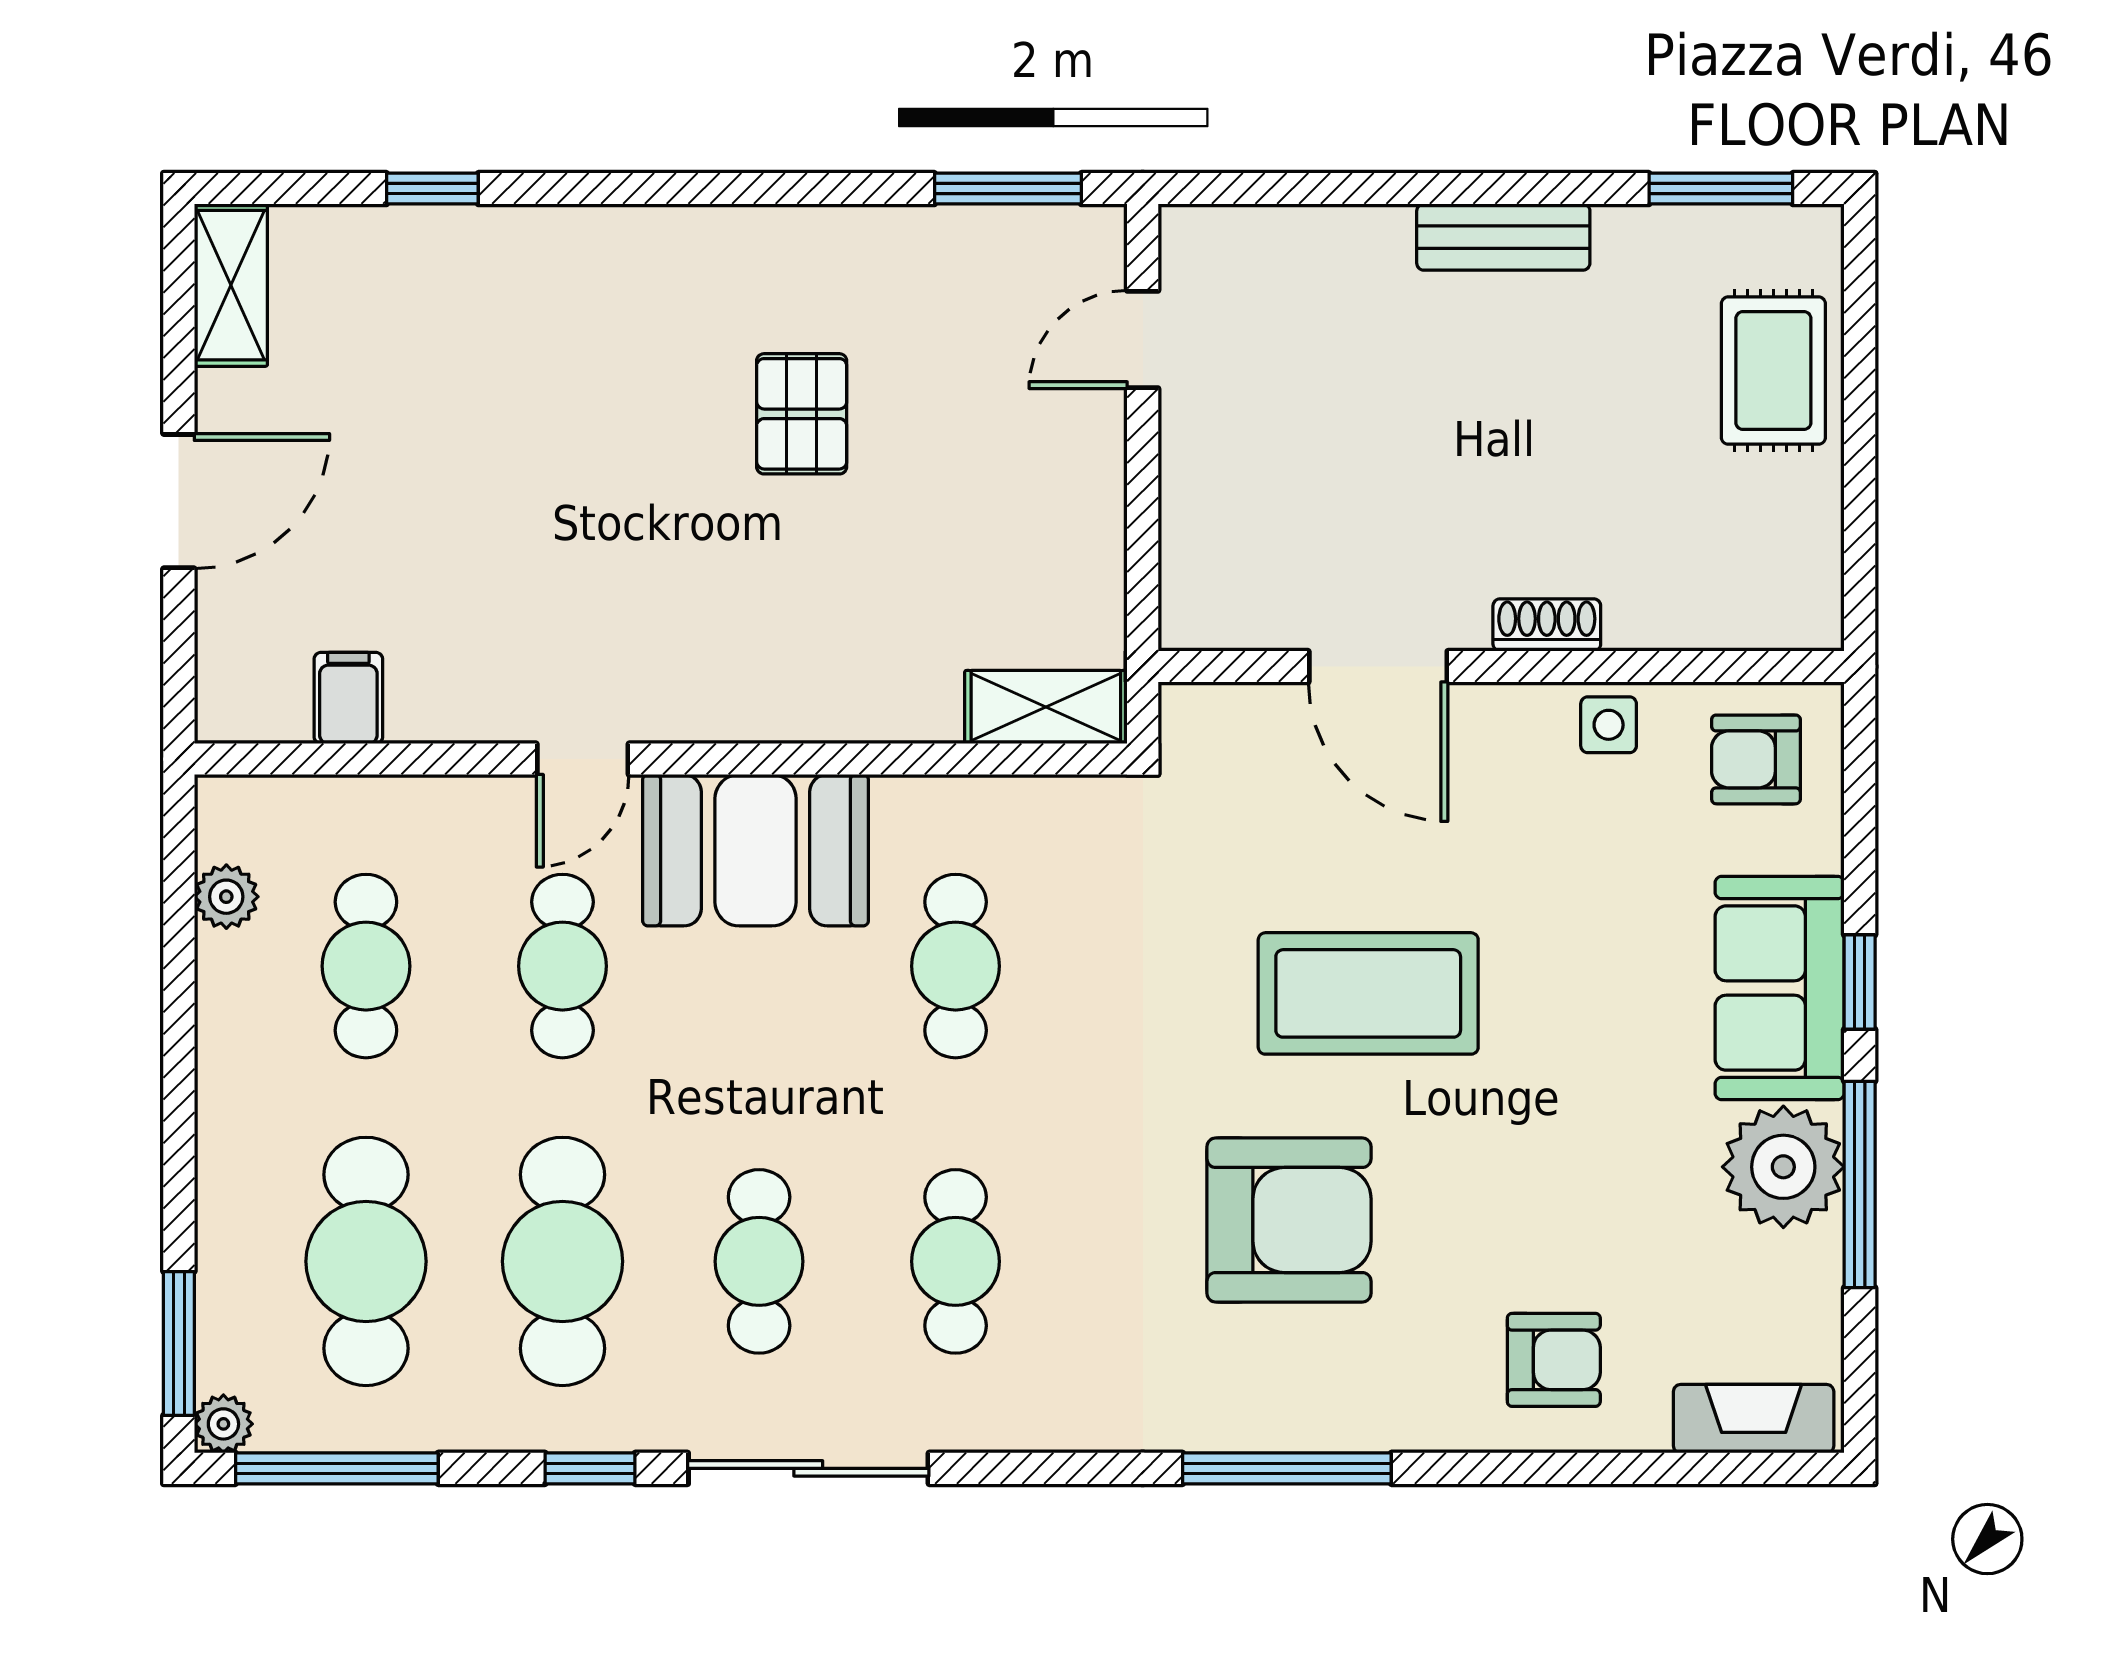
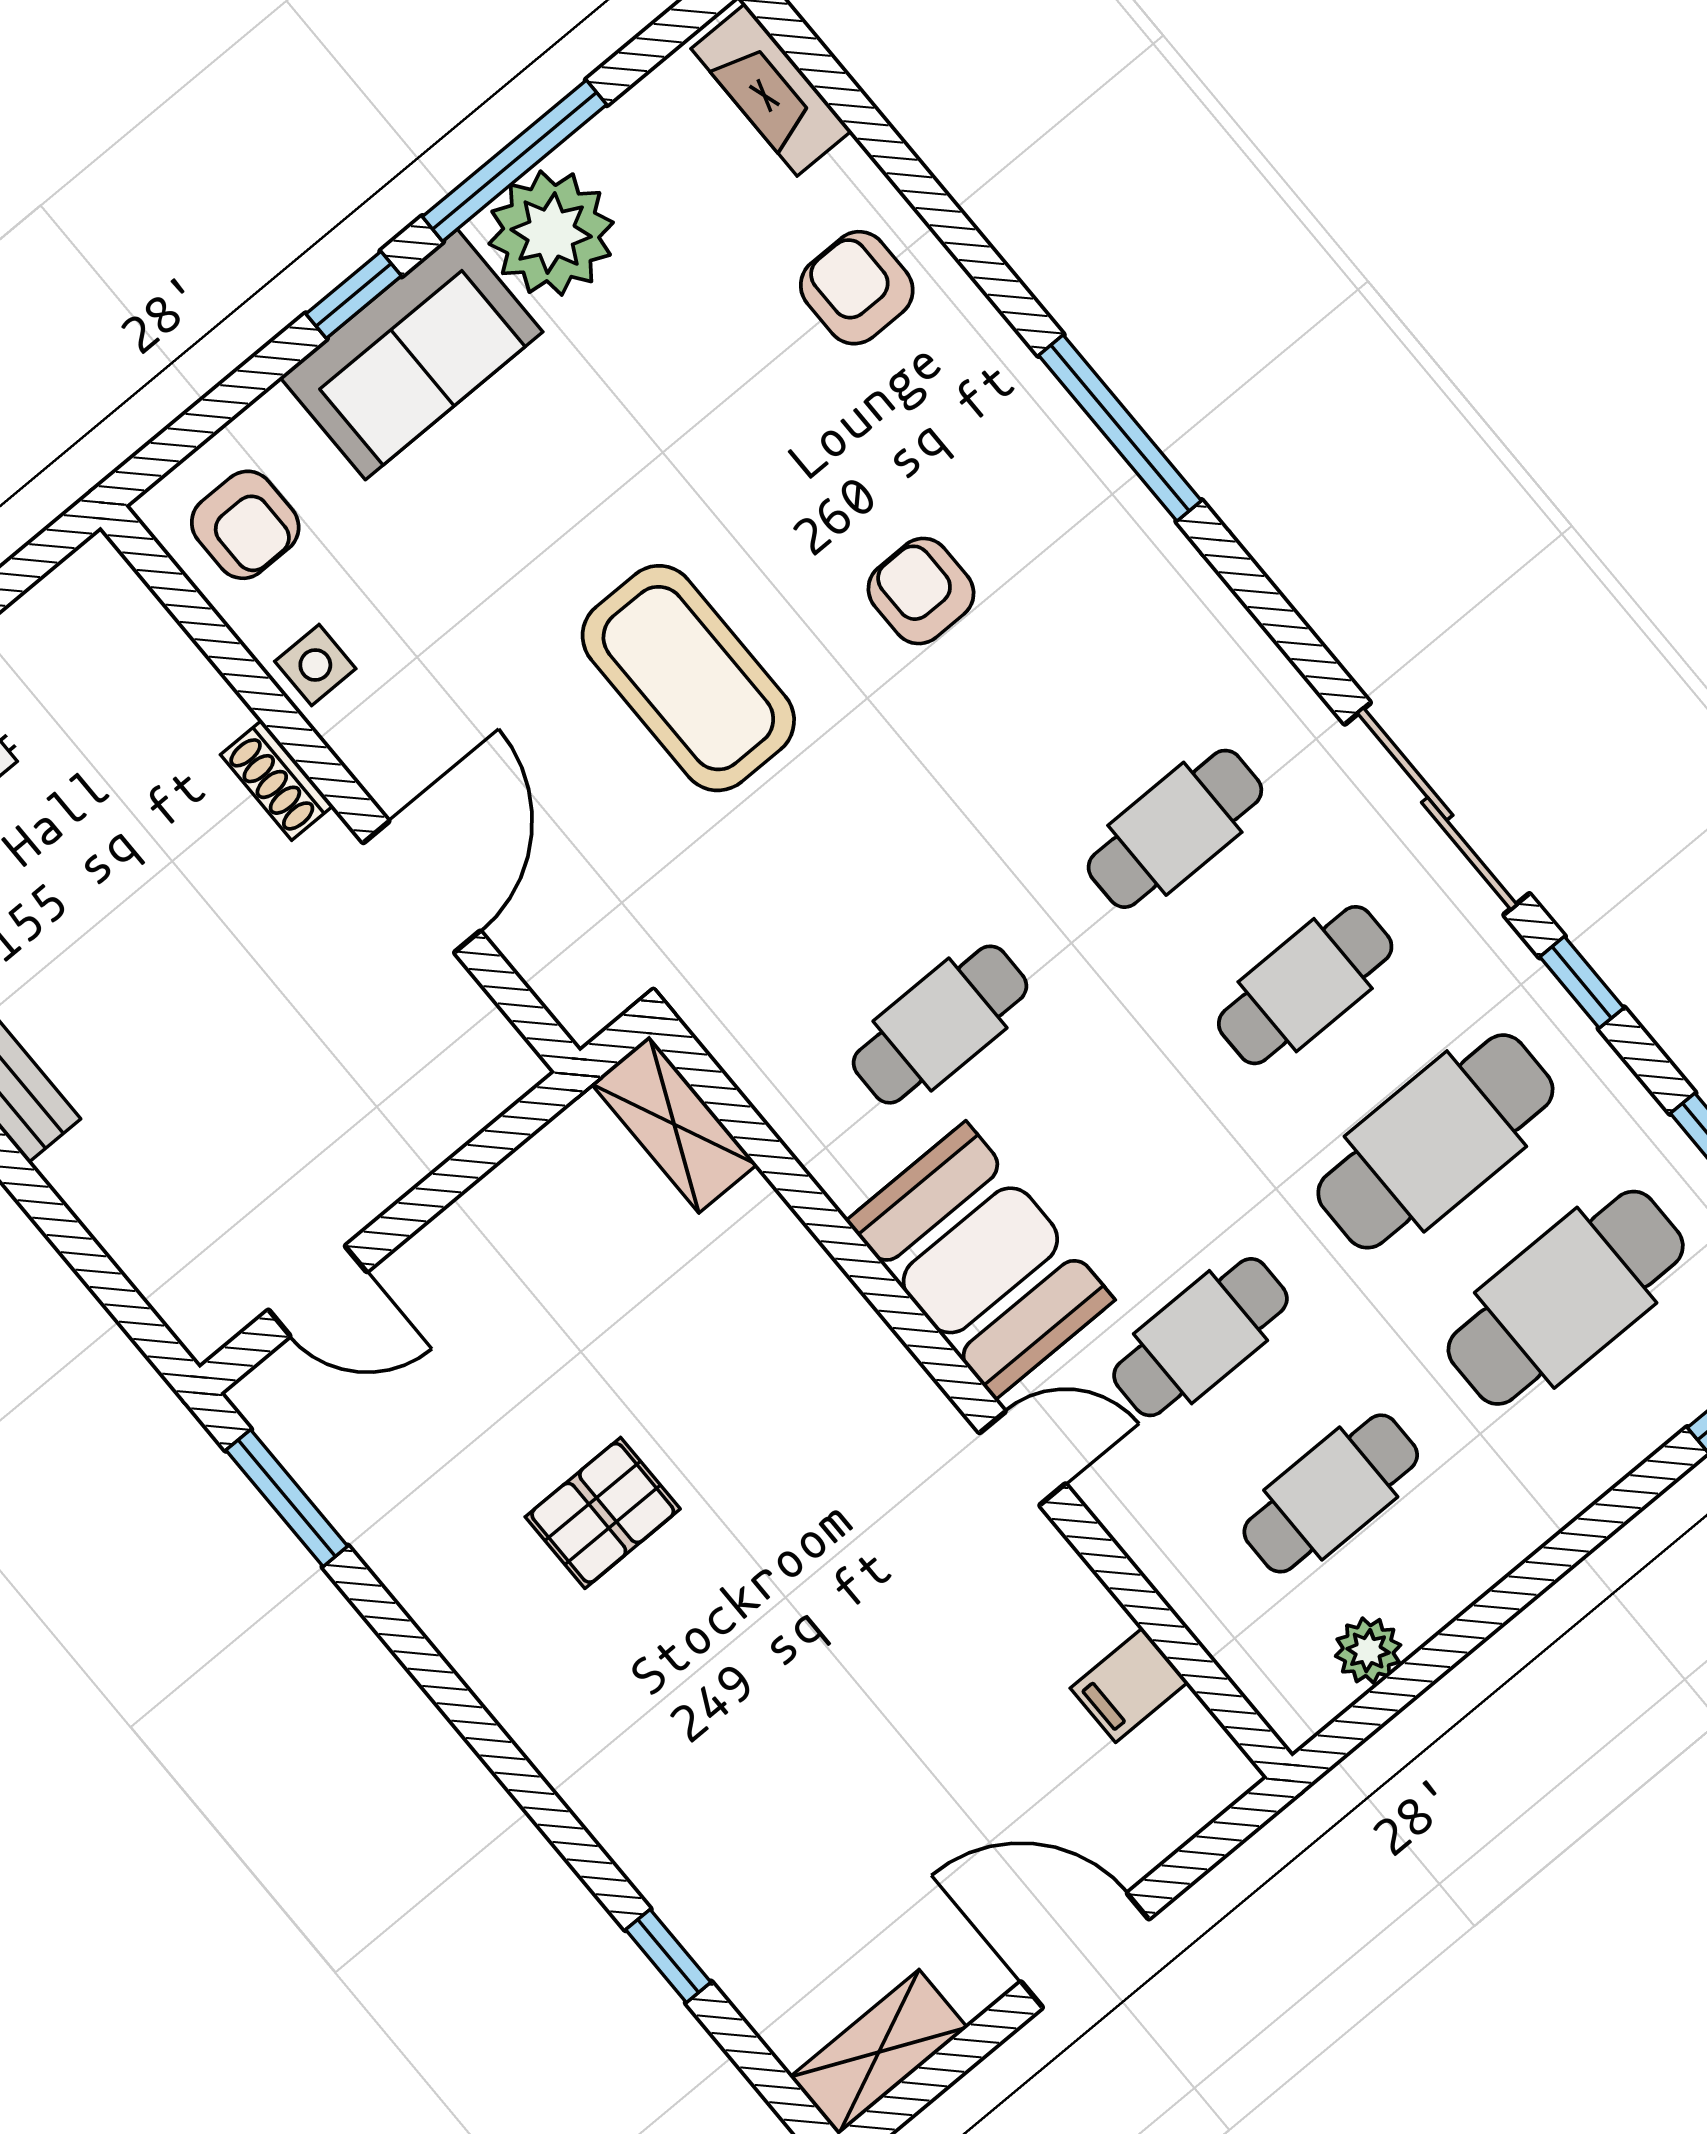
armchair: (1289, 1220) -> (921, 591), width x0.53, depth x0.53

